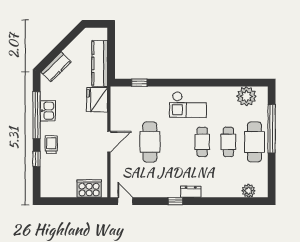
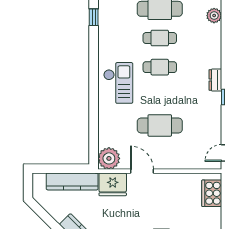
window: (139, 83) -> (94, 17), moved
plant: (246, 96) -> (109, 158), moved
door: (109, 142) -> (142, 171), moved

